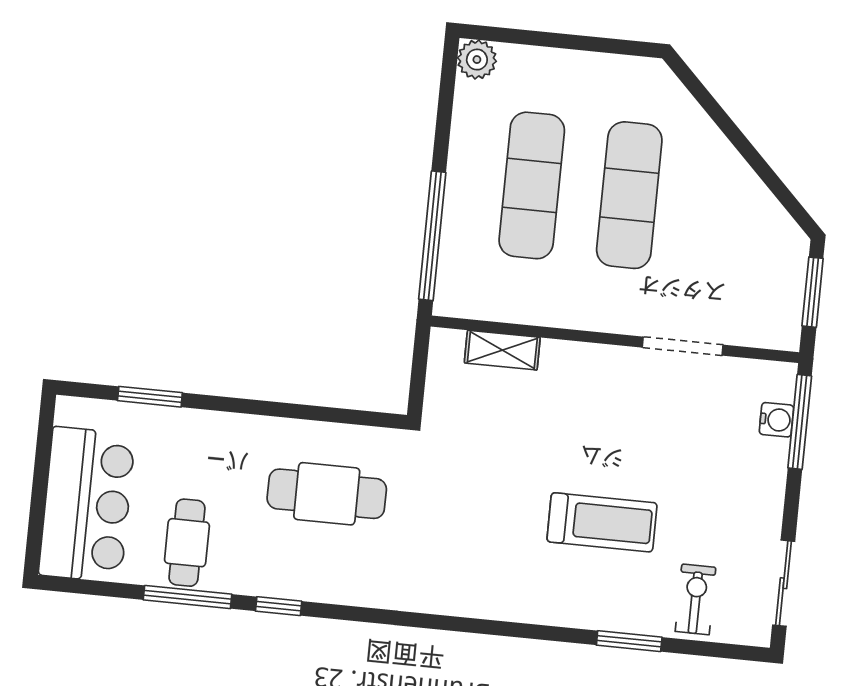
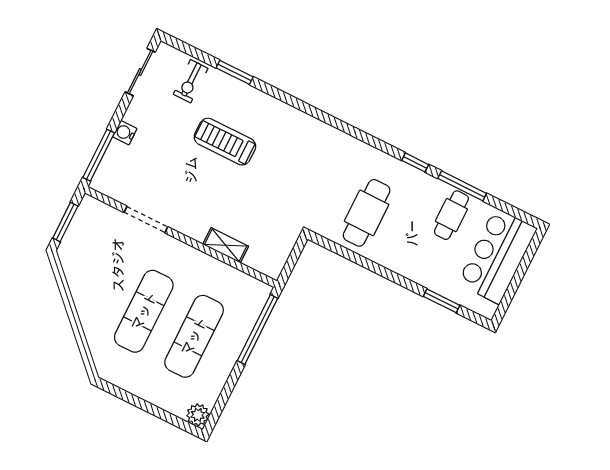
shelving: (502, 350) -> (226, 245), moved
water cooler: (776, 420) -> (125, 133), moved
cafe table: (327, 494) -> (367, 213), turned 90

